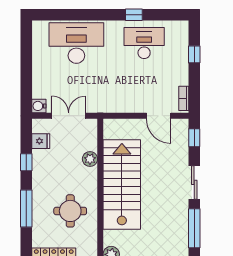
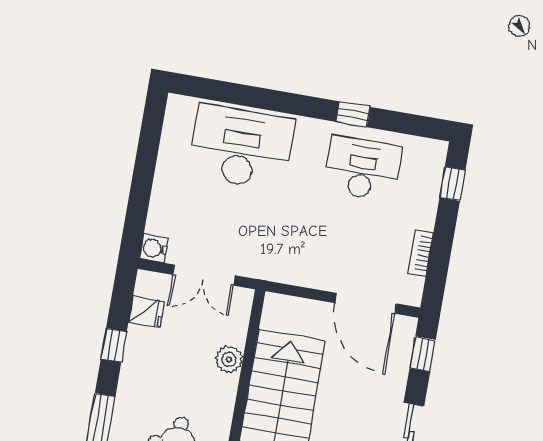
window: (194, 54) -> (452, 184), moved
bookcase: (184, 98) -> (421, 253), moved
double door: (69, 116) -> (204, 275), swing flipped
door: (159, 116) -> (366, 303), width x1.36

